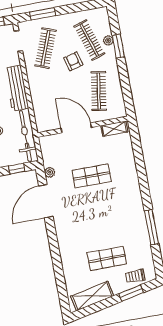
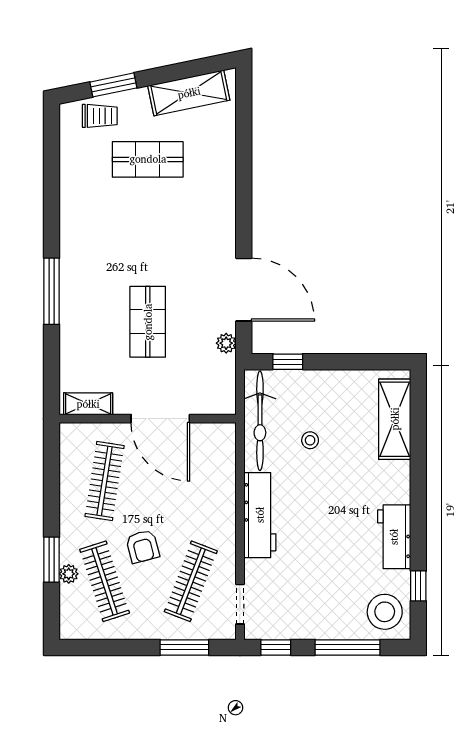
shop shelf: (92, 176) -> (148, 322), turned 90
door: (46, 201) -> (244, 290), hinge flipped
window: (152, 227) -> (52, 291), moved

